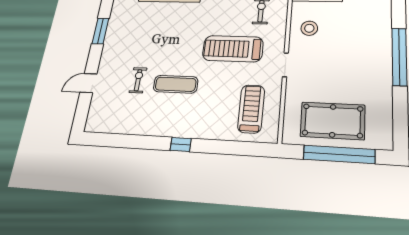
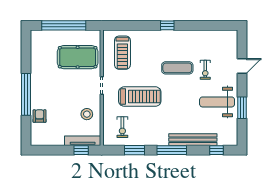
armchair: (378, 27) -> (40, 116), added
weight bench: (131, 39) -> (217, 102), added
pool table: (333, 121) -> (78, 57), moved

